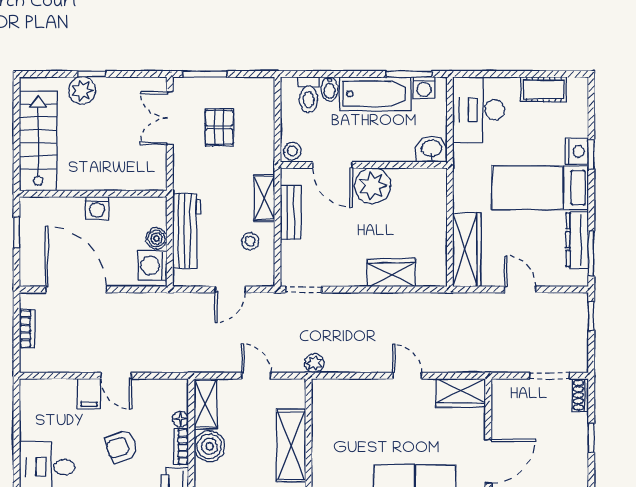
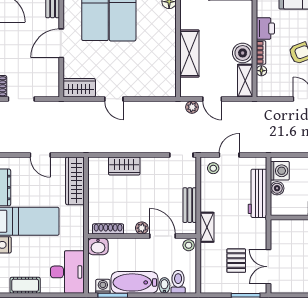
double door: (170, 118) -> (268, 267), swing flipped
shoe rack: (416, 176) -> (108, 229), added
plant: (373, 186) -> (142, 228), width x0.53, depth x0.53
shelving: (264, 198) -> (207, 227), moved
stool: (250, 241) -> (213, 168), moved
plant: (314, 363) -> (192, 107), moved

